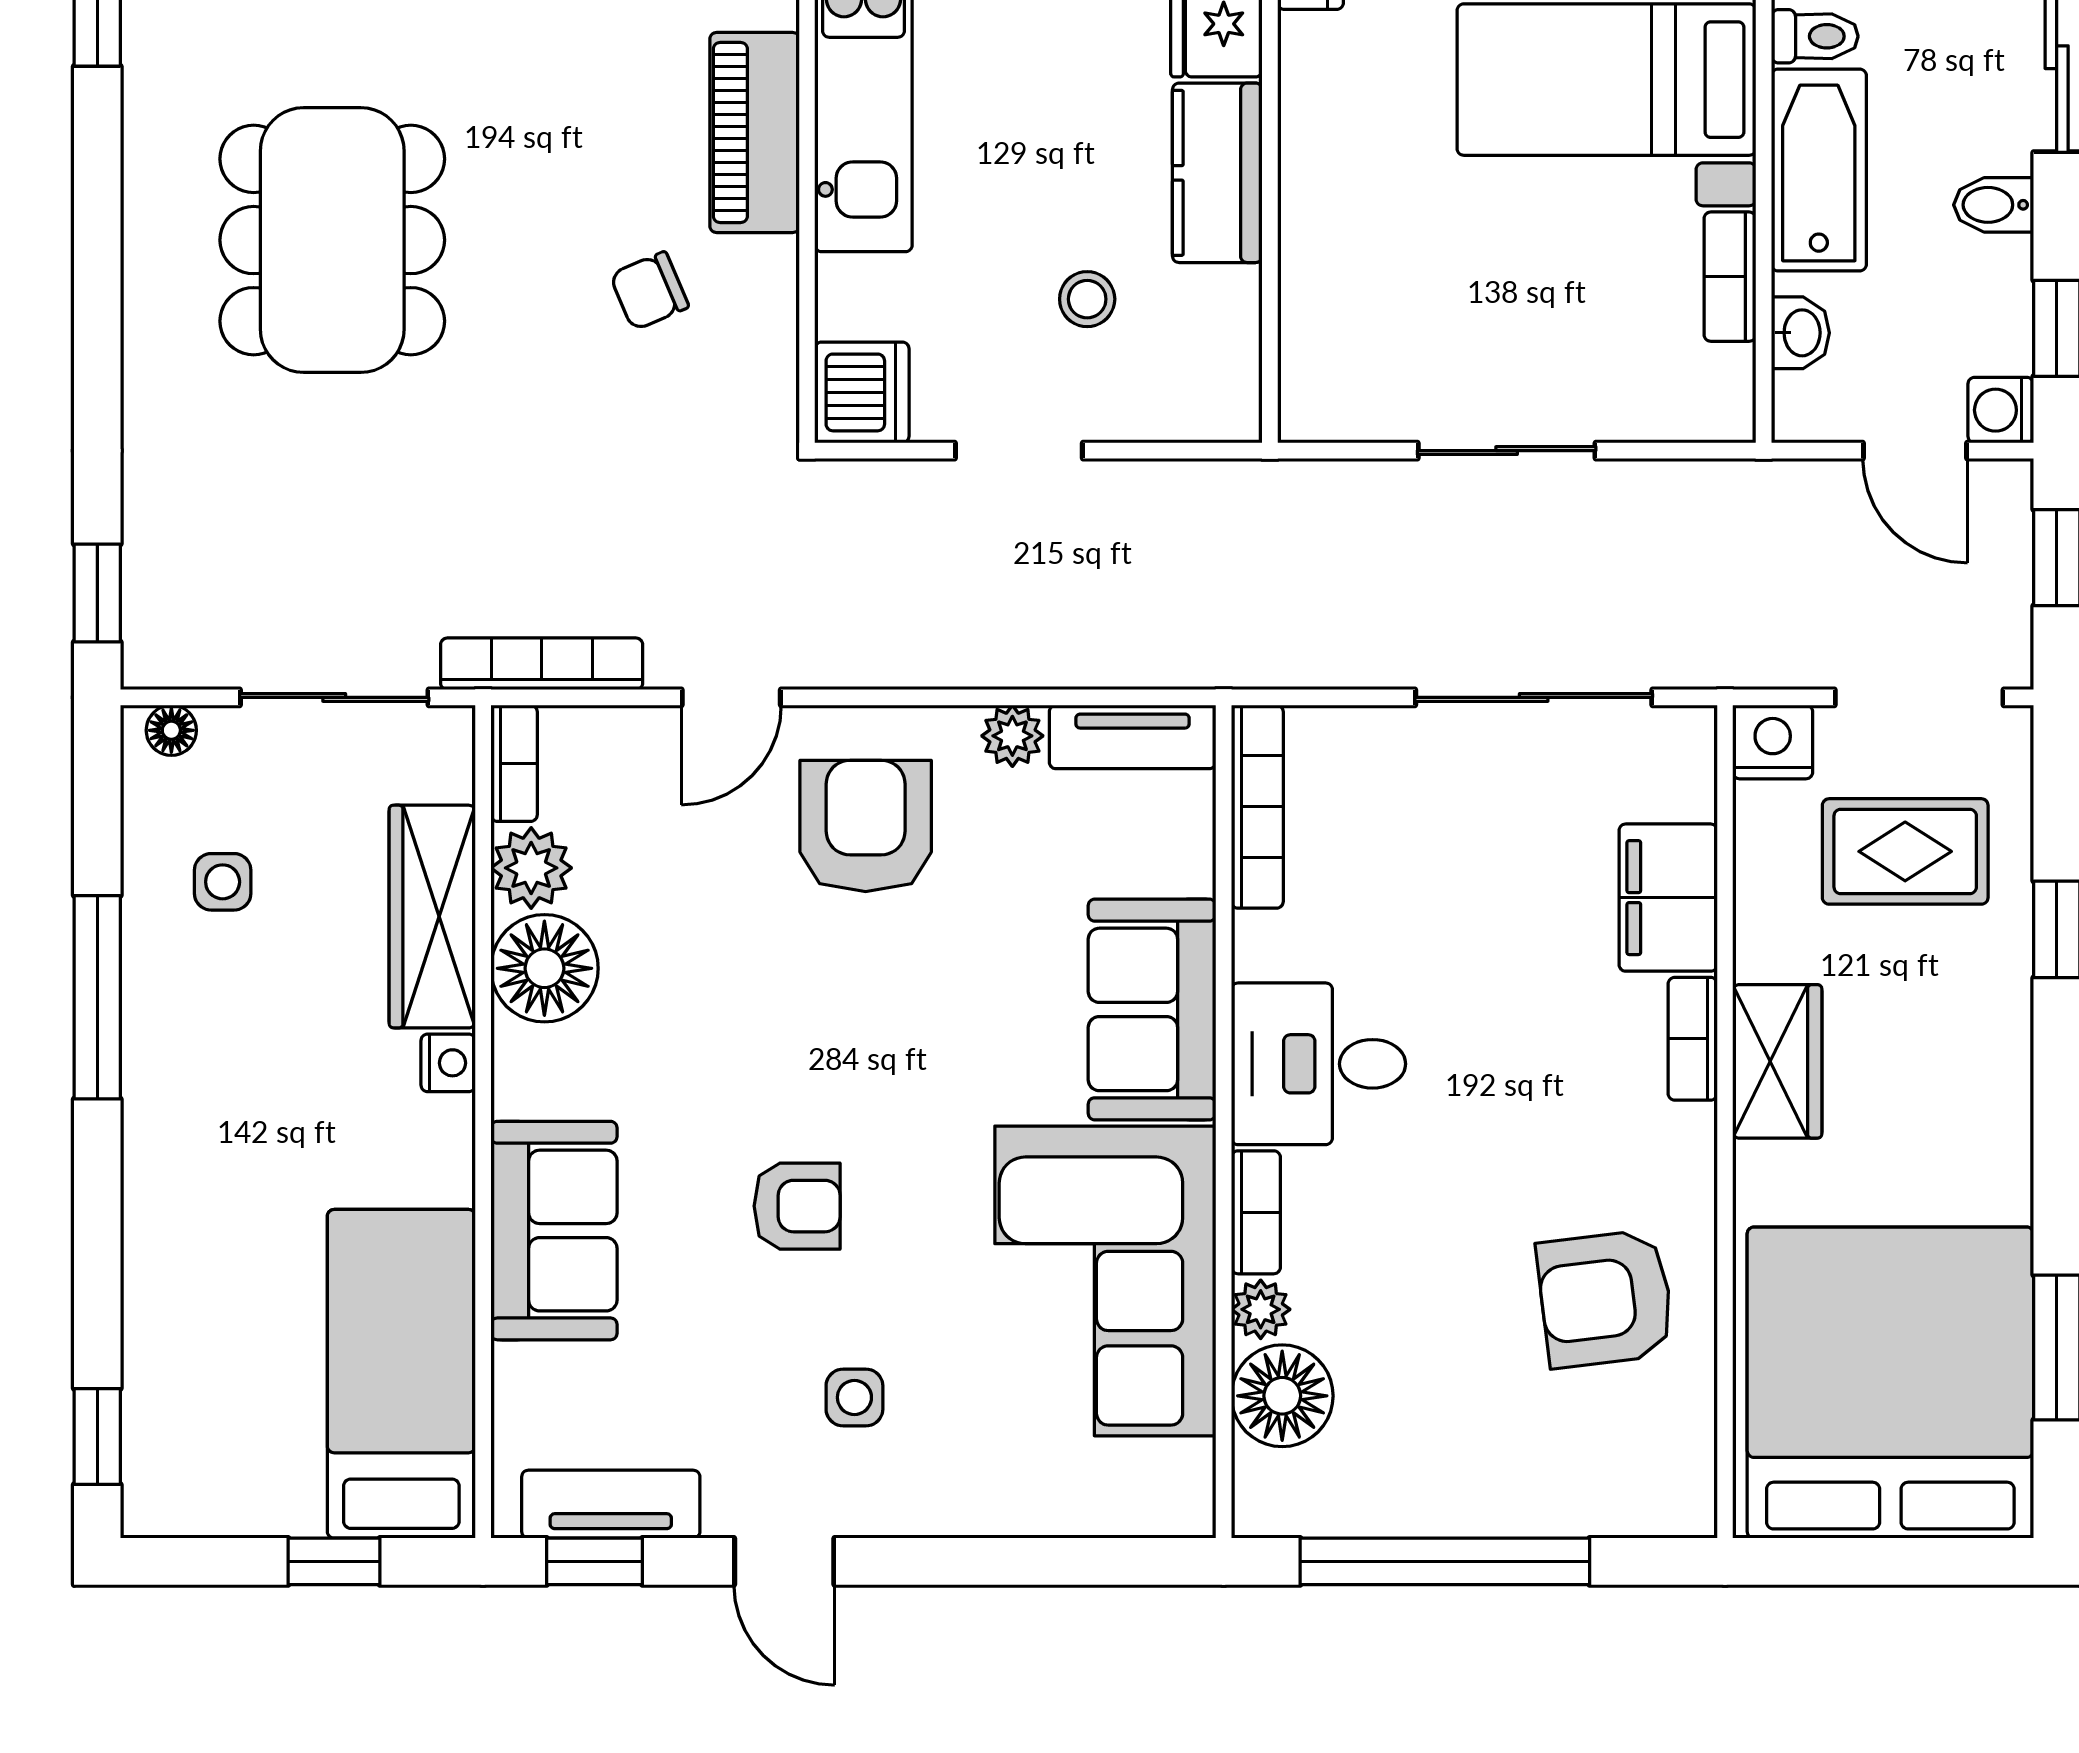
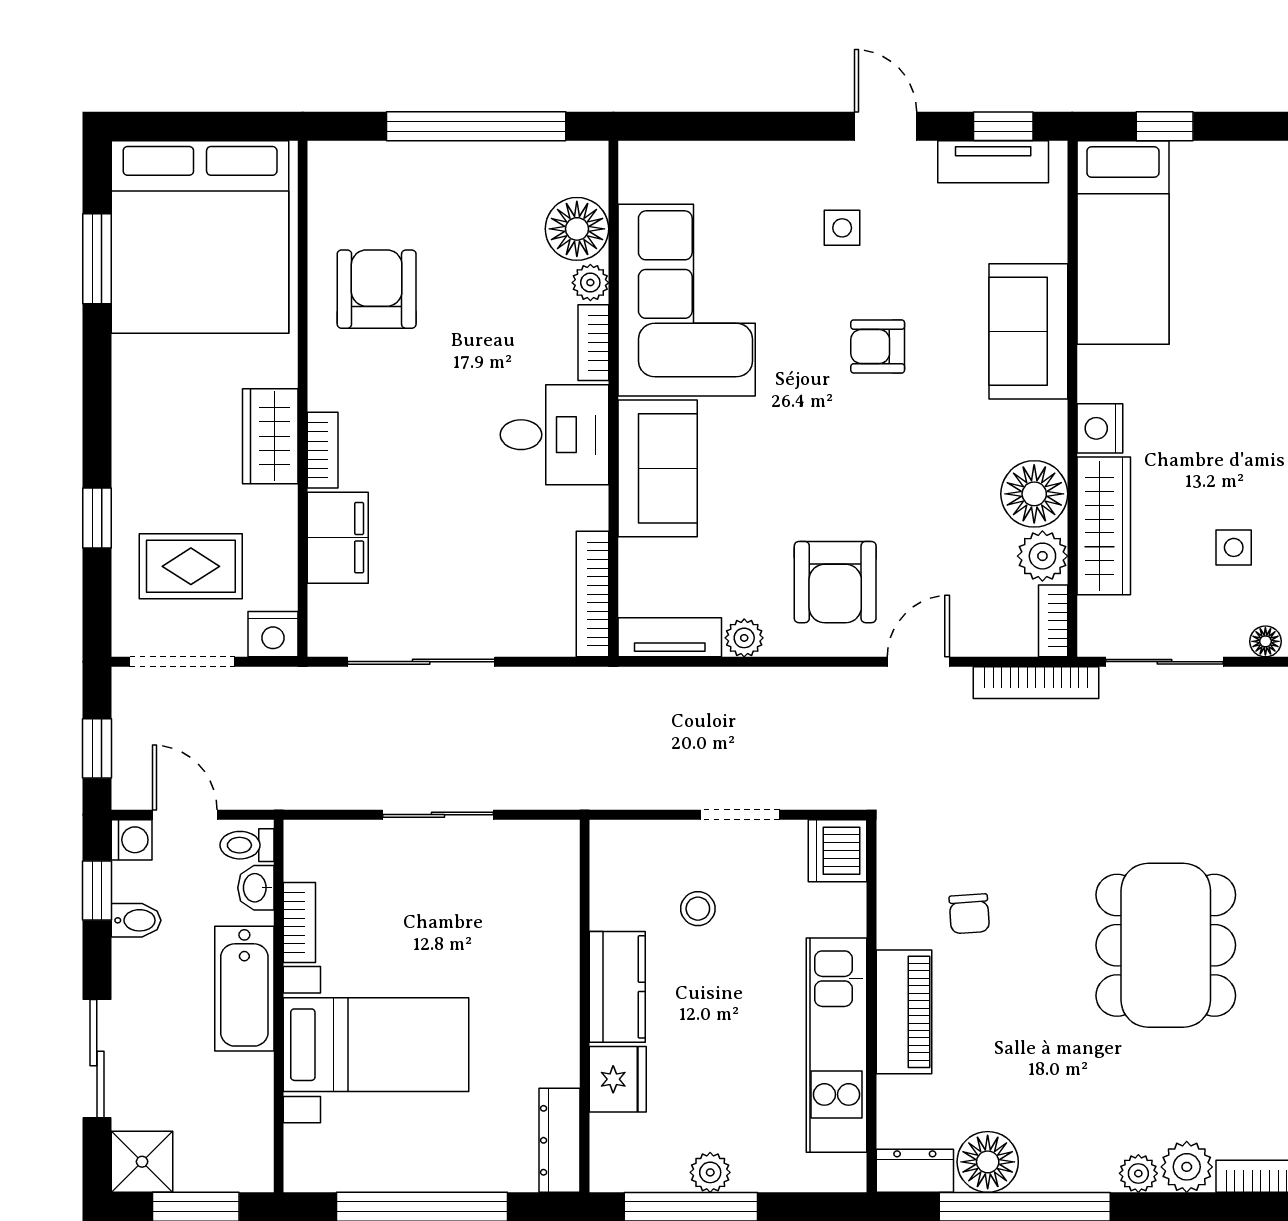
toilet: (1815, 36) -> (247, 845), moved
bidet: (1994, 205) -> (136, 920), moved
chair: (649, 291) -> (969, 914), turned 109
nightstand: (448, 1063) -> (1100, 428), width x1.39, depth x1.35
armchair: (1605, 1299) -> (377, 289), turned -83

